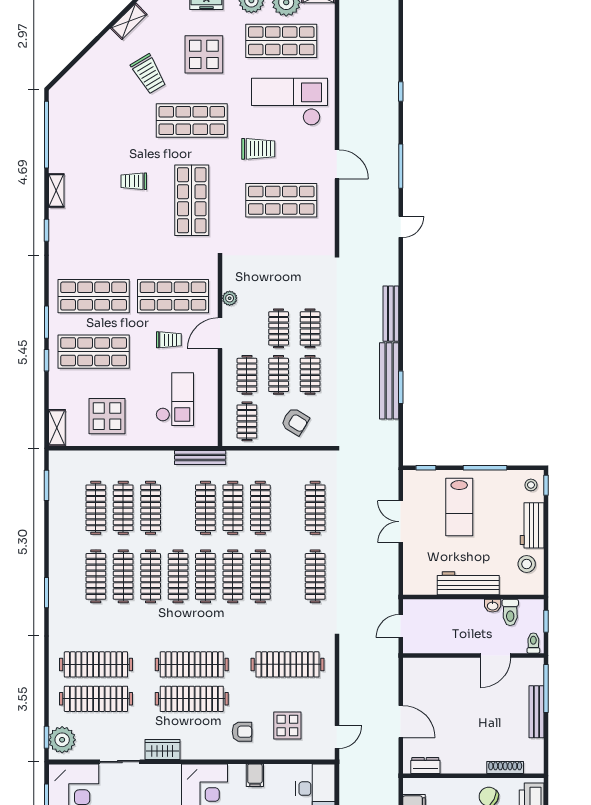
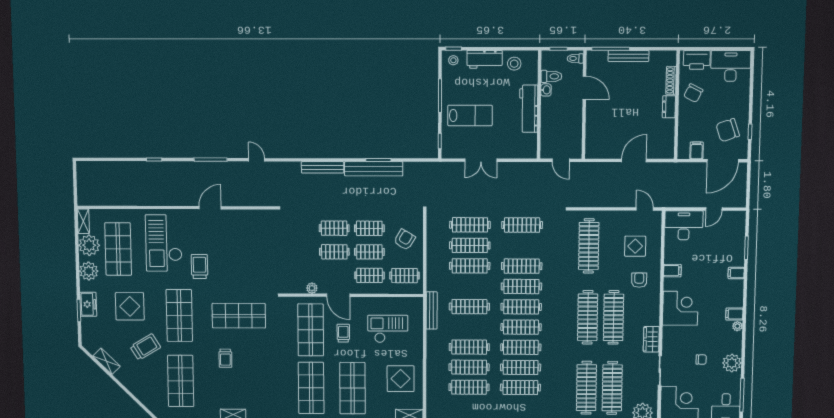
shop shelf: (281, 200) -> (181, 381), moved
clothes rail: (233, 508) -> (470, 245), moved
dresser: (425, 766) -> (669, 107), moved

